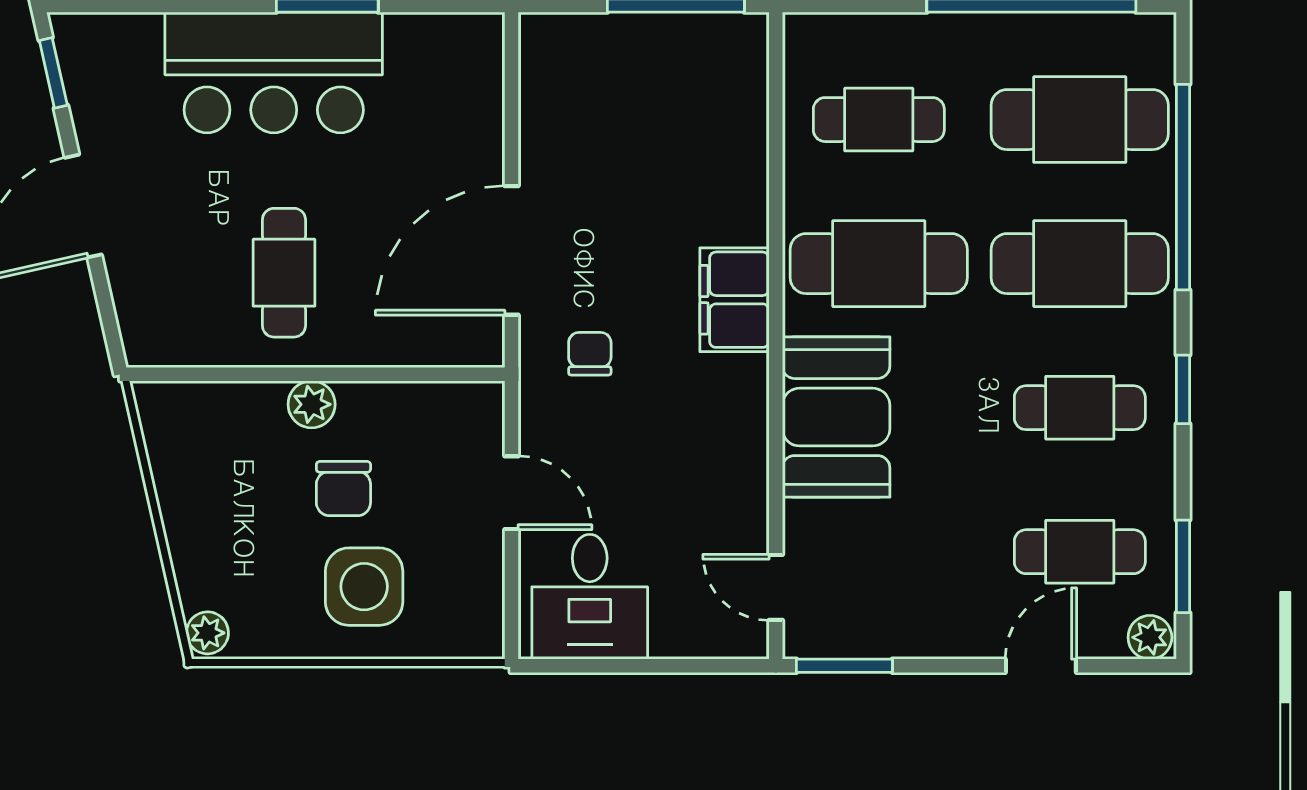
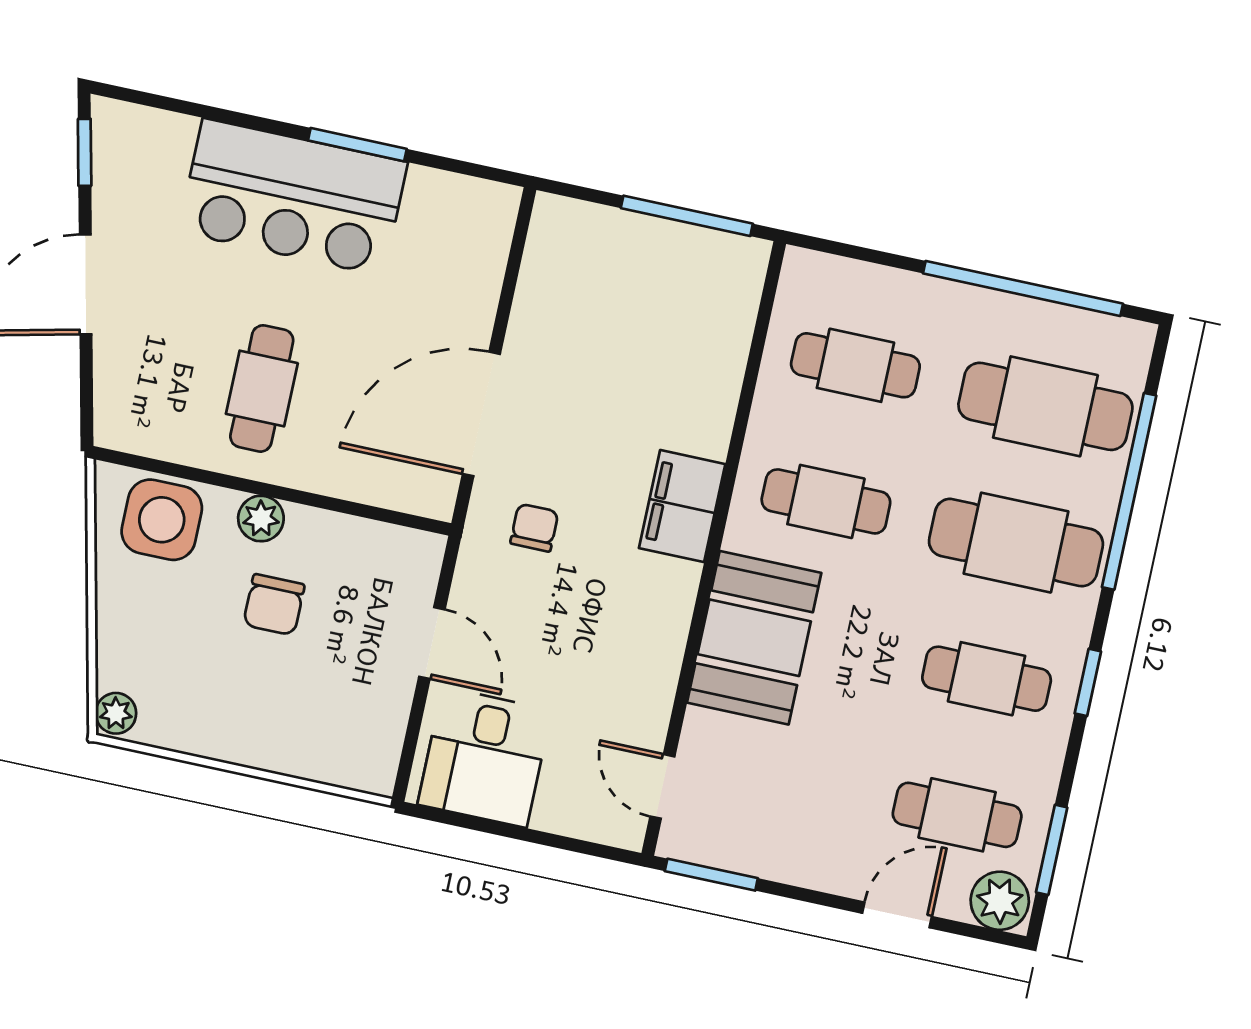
cafe table: (879, 264) -> (826, 501), width x0.73, depth x0.74
side table: (364, 587) -> (162, 520), moved
plant: (1150, 637) -> (1000, 901), width x1.38, depth x1.38

